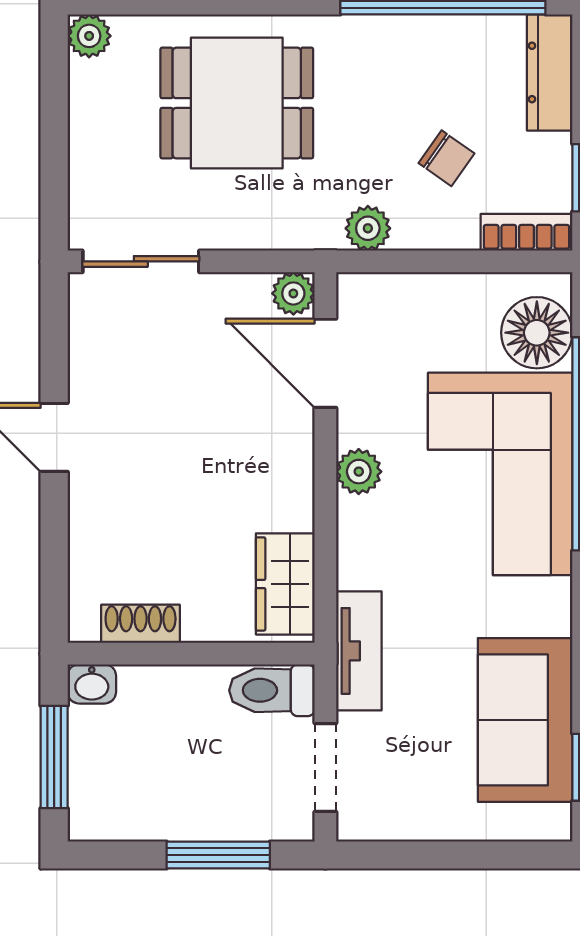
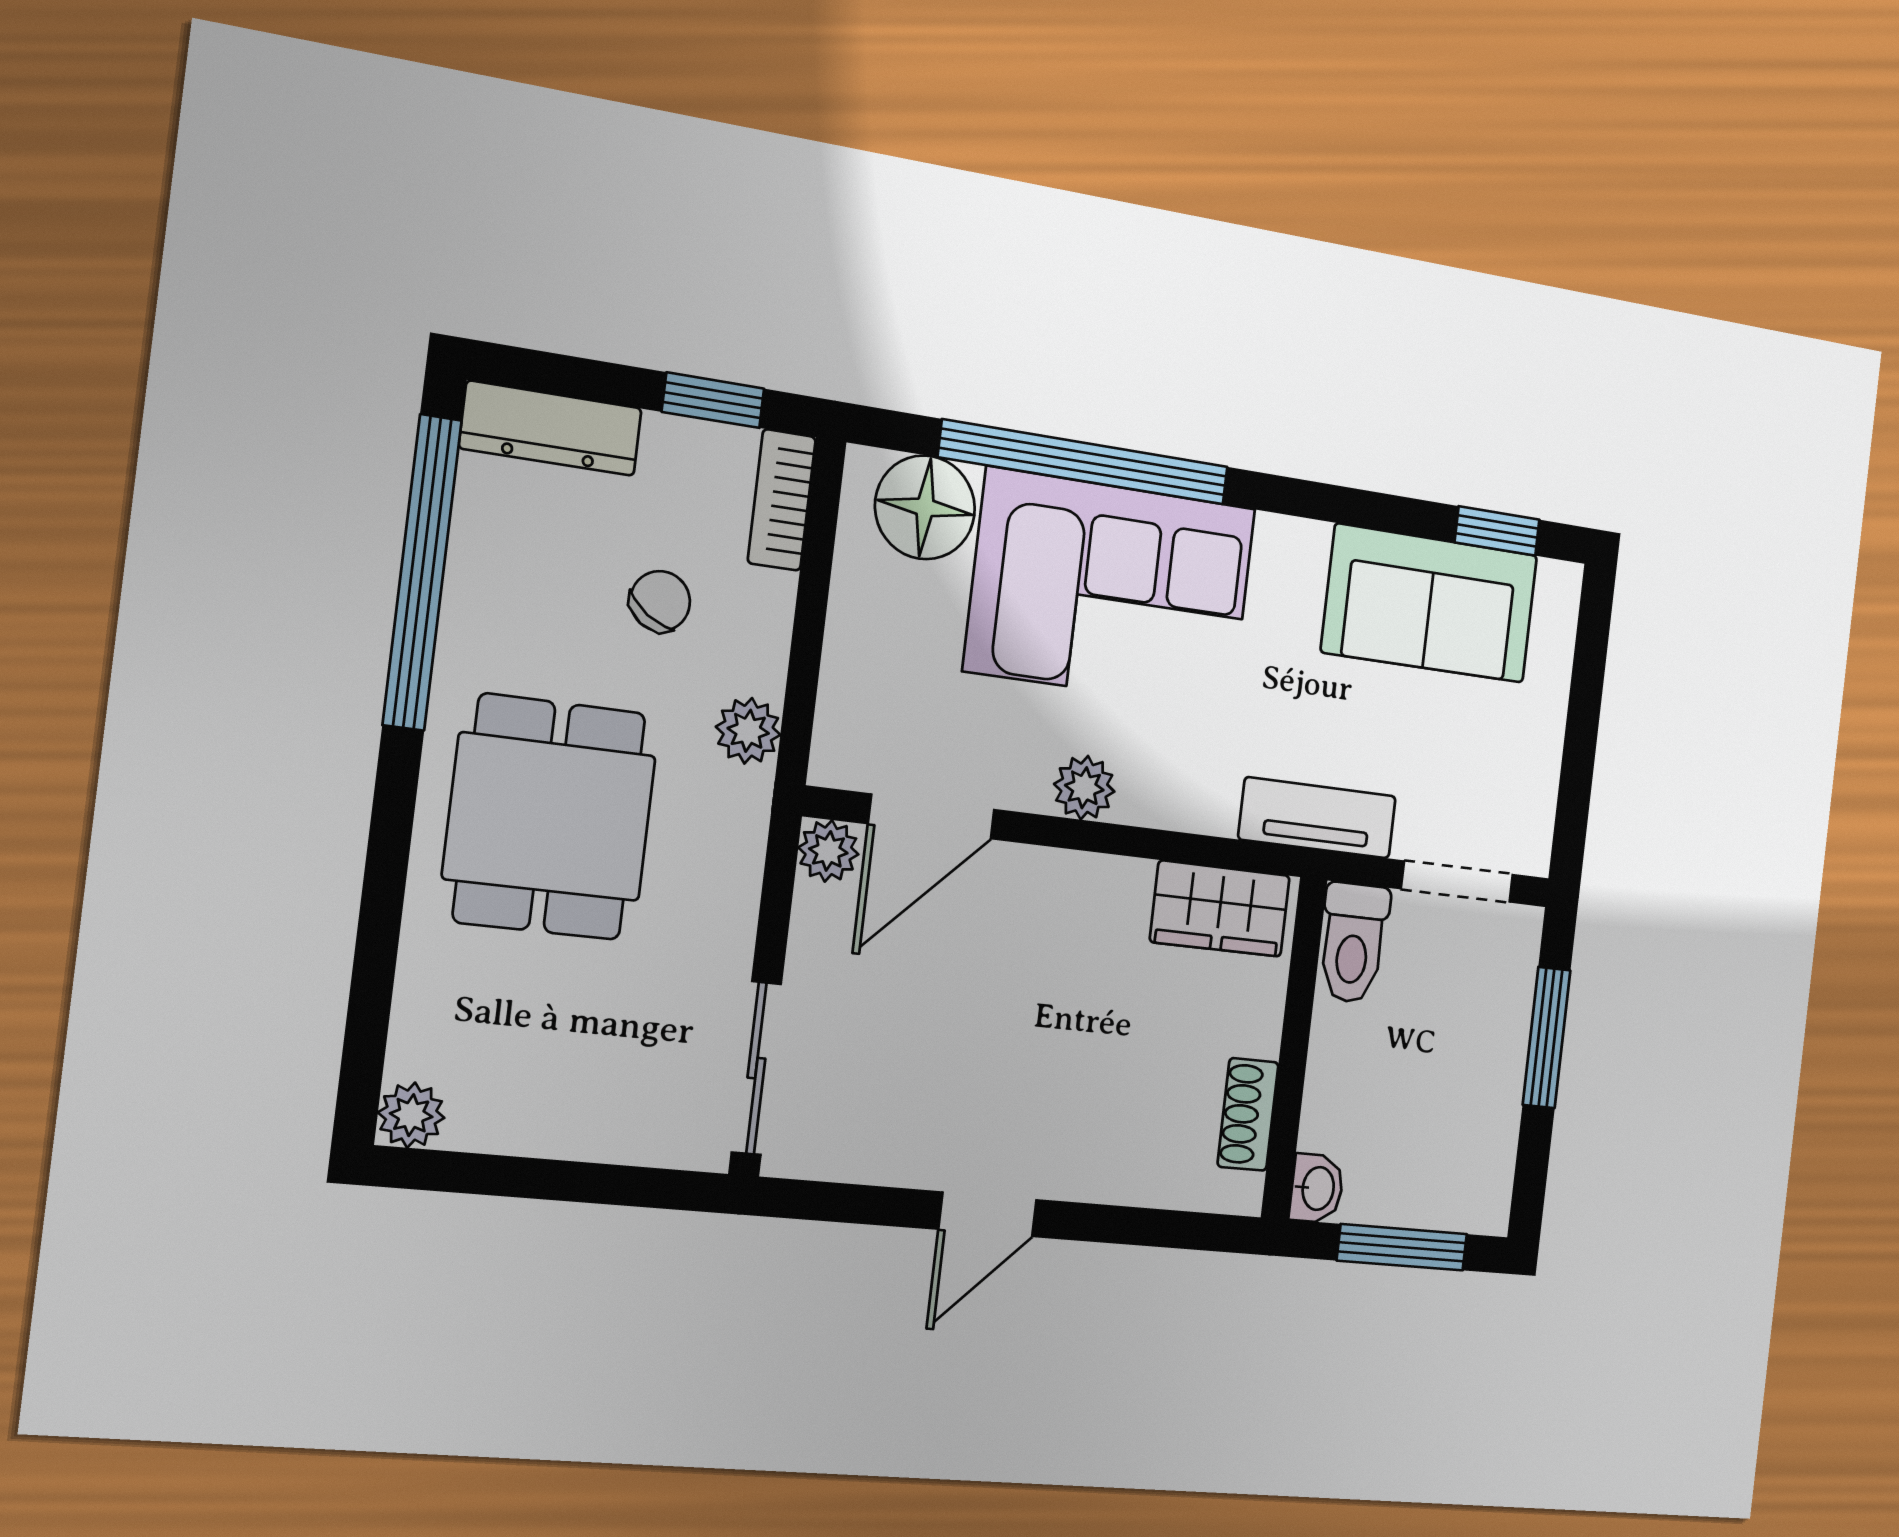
dining table: (237, 103) -> (550, 817), moved

